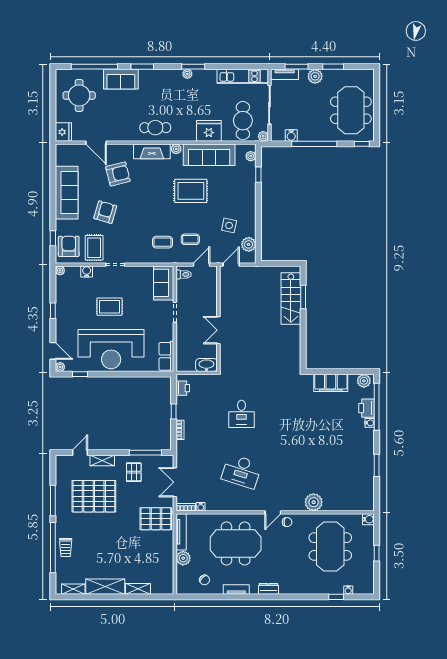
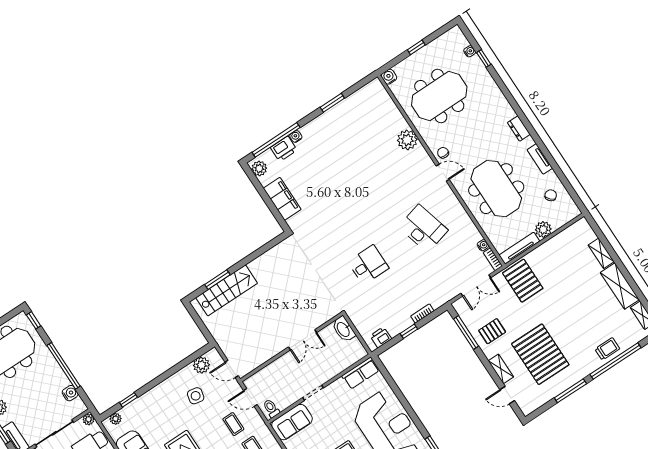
desk: (242, 471) -> (423, 229), turned -33

